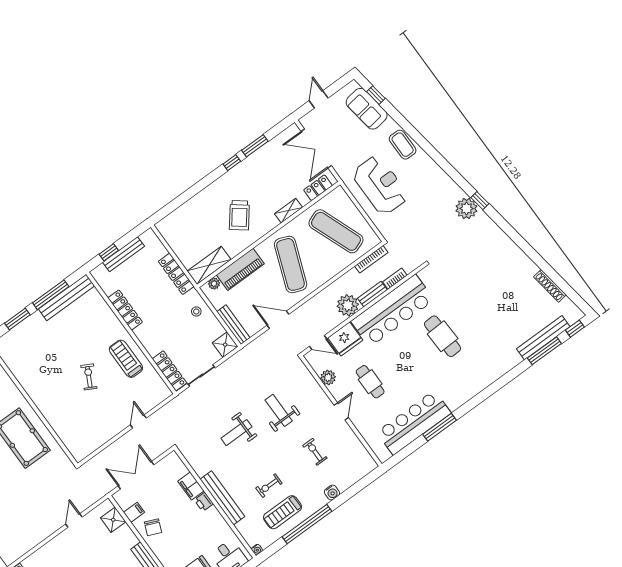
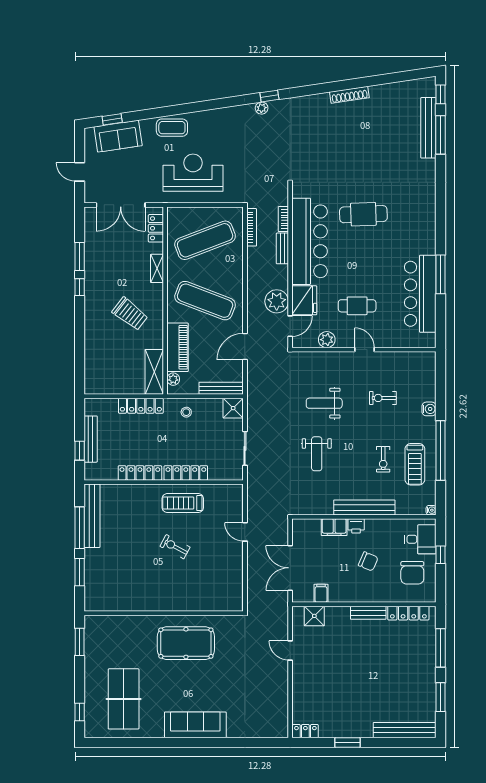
plant: (466, 208) -> (262, 108), width x0.53, depth x0.53
shoe rack: (550, 286) -> (349, 95), moved
plant: (348, 305) -> (277, 301), moved
locker: (169, 371) -> (186, 473), moved
chair: (153, 527) -> (368, 561), moved

